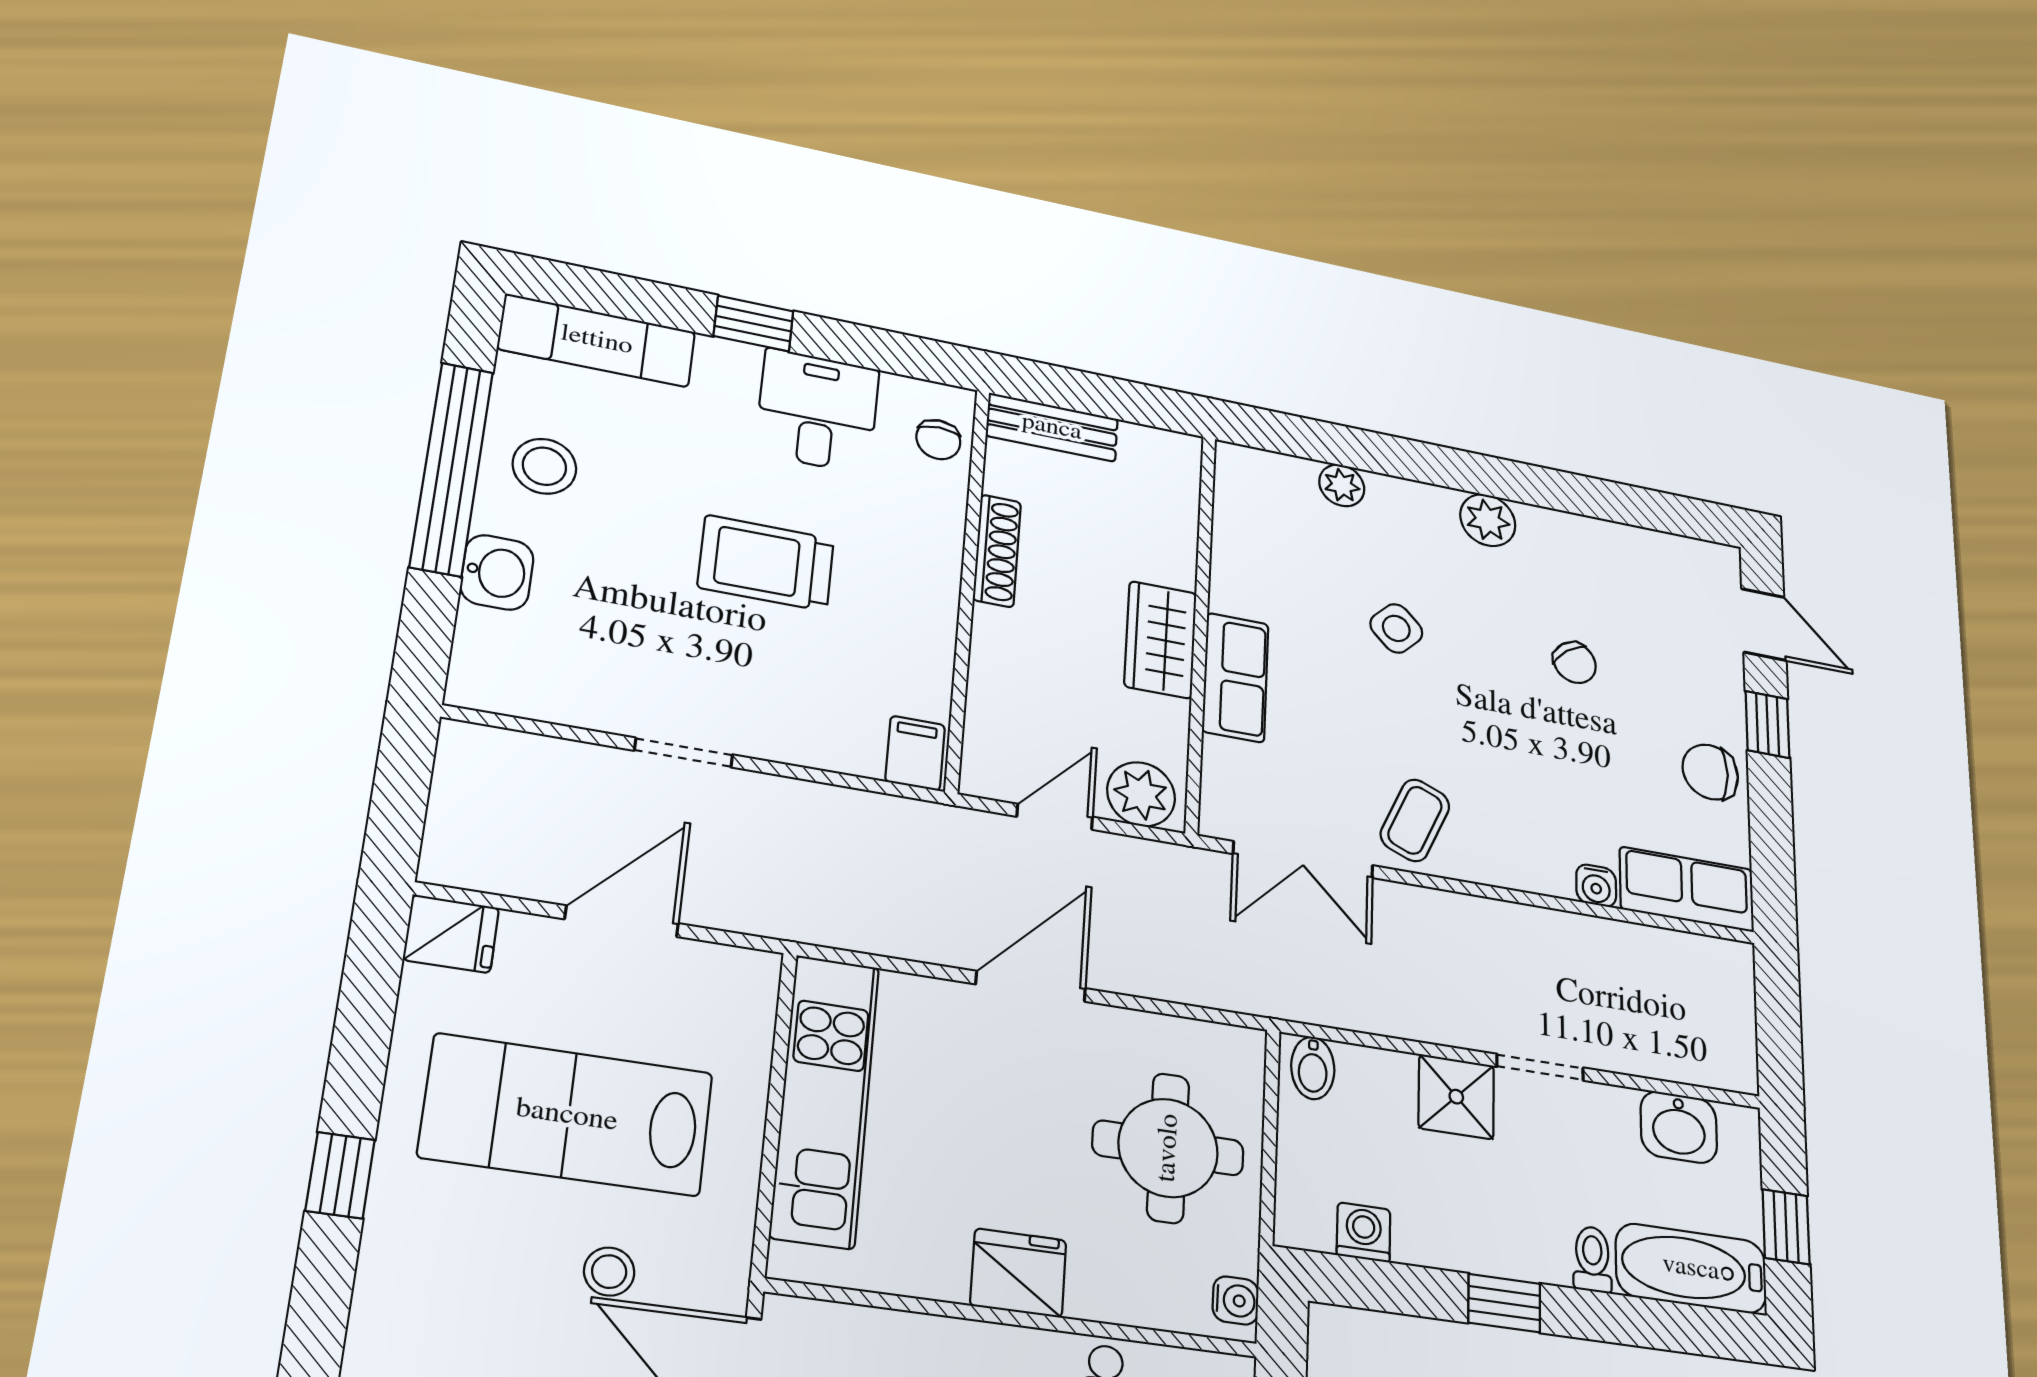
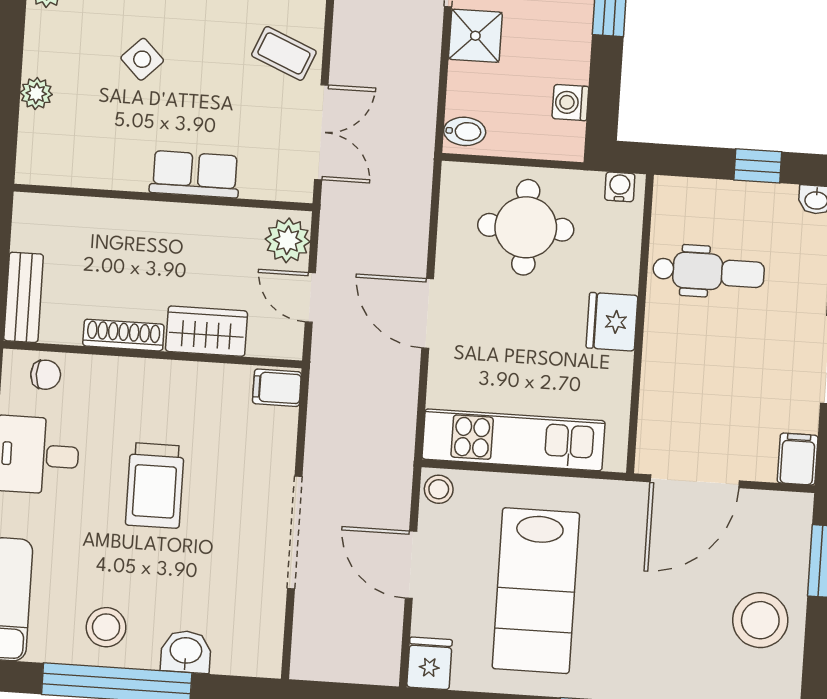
wardrobe: (1161, 640) -> (207, 331), moved, turned 180
doorway: (684, 753) -> (295, 532), width x1.88
stool: (609, 1272) -> (439, 489), moved

